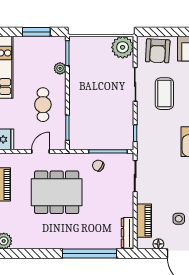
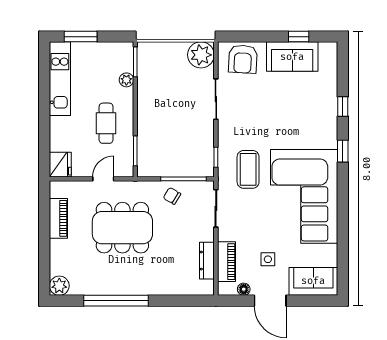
window: (36, 32) -> (81, 37), moved
coffee table: (164, 94) -> (248, 169), moved
dresser: (128, 233) -> (207, 261), moved
window: (89, 254) -> (116, 301), moved

